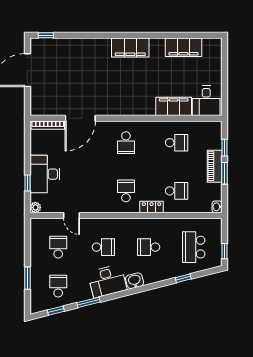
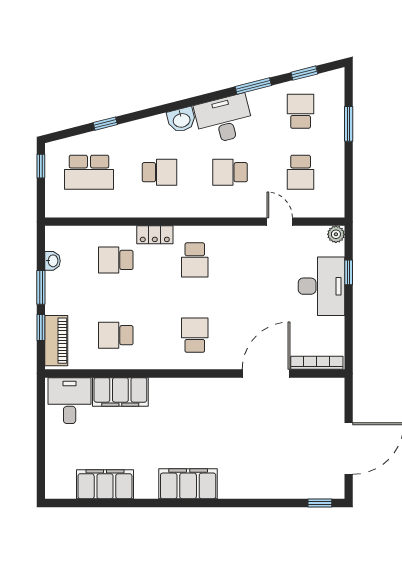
piano: (215, 166) -> (56, 341), moved
washbasin: (217, 207) -> (53, 261), moved
school desk: (194, 247) -> (89, 172), turned 90
school desk: (58, 286) -> (301, 111), turned 180

